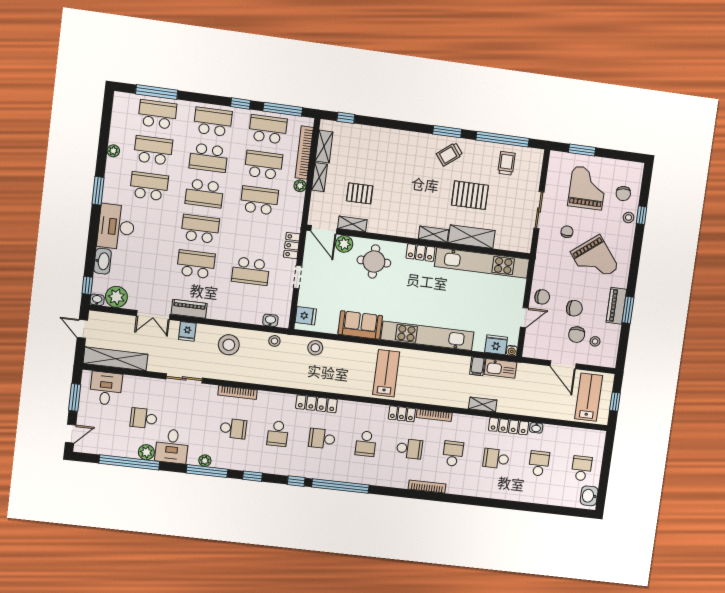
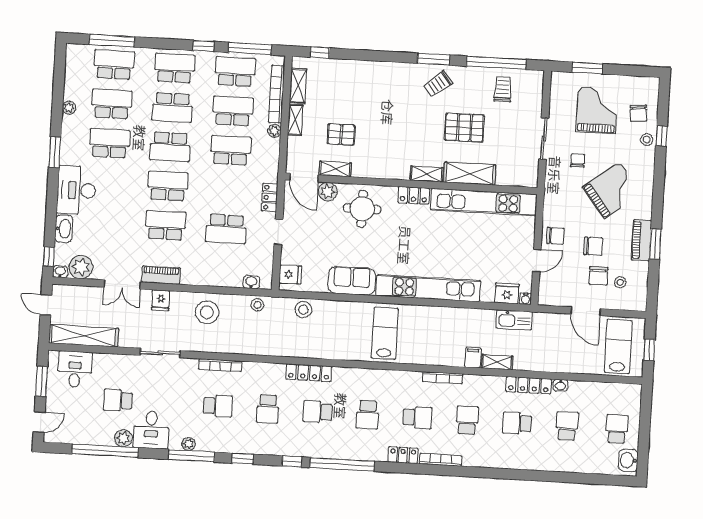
grand piano: (595, 260) -> (612, 190), turned -90
filing cabinet: (477, 366) -> (473, 358), moved, turned 180
locker: (402, 414) -> (403, 455), moved, turned 180

